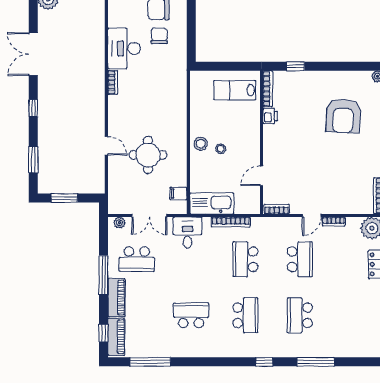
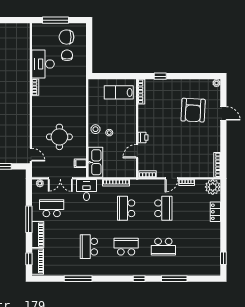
printer: (270, 116) -> (143, 137), moved
door: (106, 146) -> (31, 155), moved
kitchen sink: (212, 203) -> (95, 162), moved, turned 90
school desk: (137, 259) -> (52, 208), turned 180
school desk: (191, 315) -> (89, 247), turned -90
school desk: (245, 315) -> (126, 247), turned -90
school desk: (300, 315) -> (163, 247), turned -90
window: (150, 362) -> (78, 279), moved

